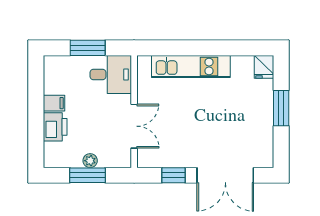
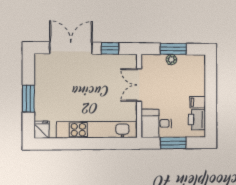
kitchen unit: (191, 67) -> (97, 130), width x1.36
printer: (55, 127) -> (197, 120), moved

